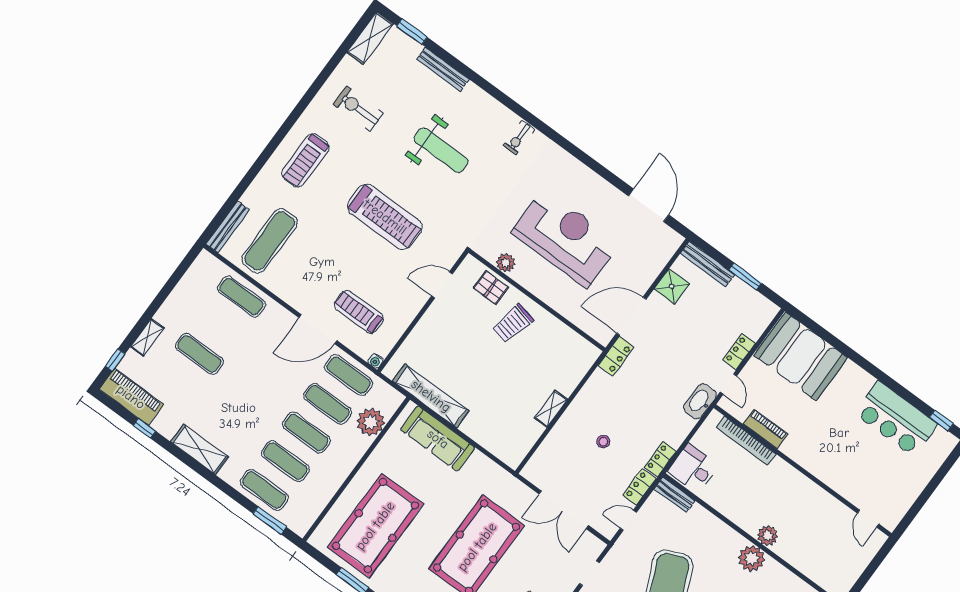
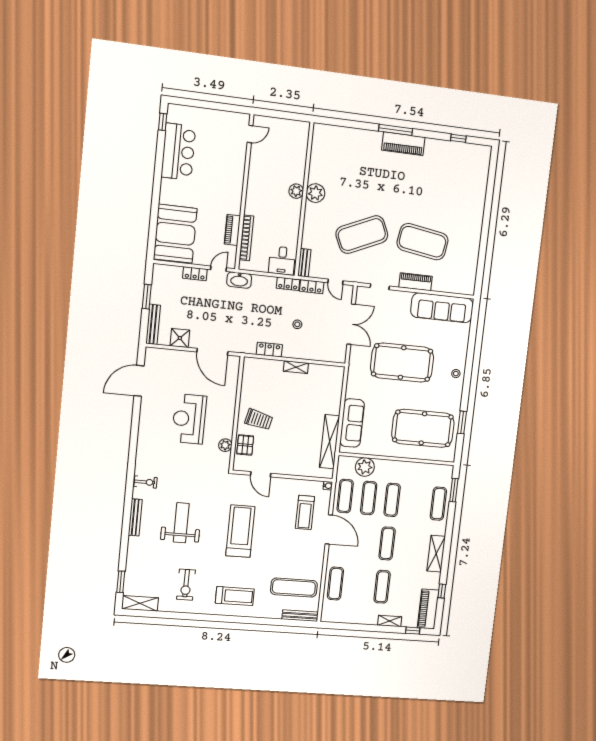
bench: (443, 69) -> (135, 517), moved
reception desk: (565, 238) -> (189, 419), width x0.74, depth x0.77
locker: (616, 356) -> (269, 350), moved
exercise mat: (285, 461) -> (387, 543), moved

